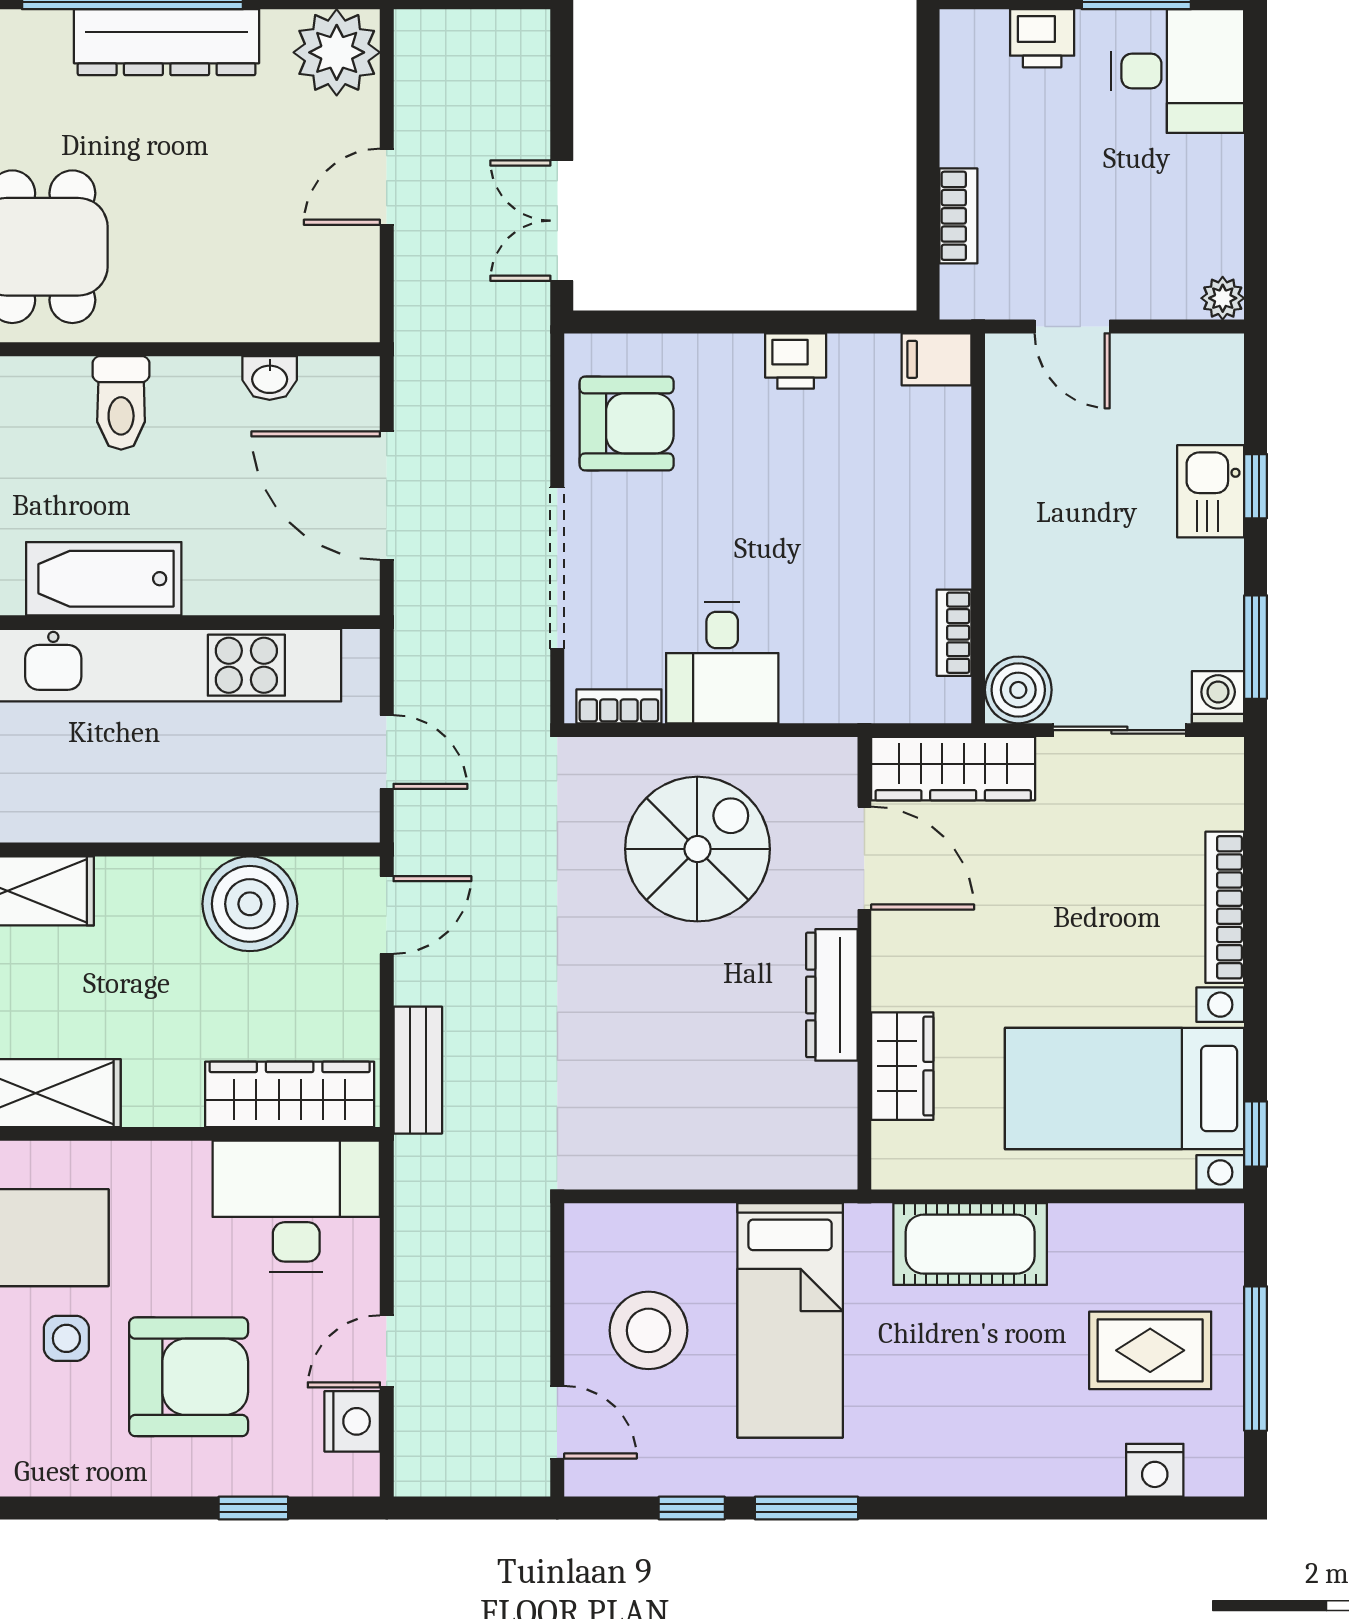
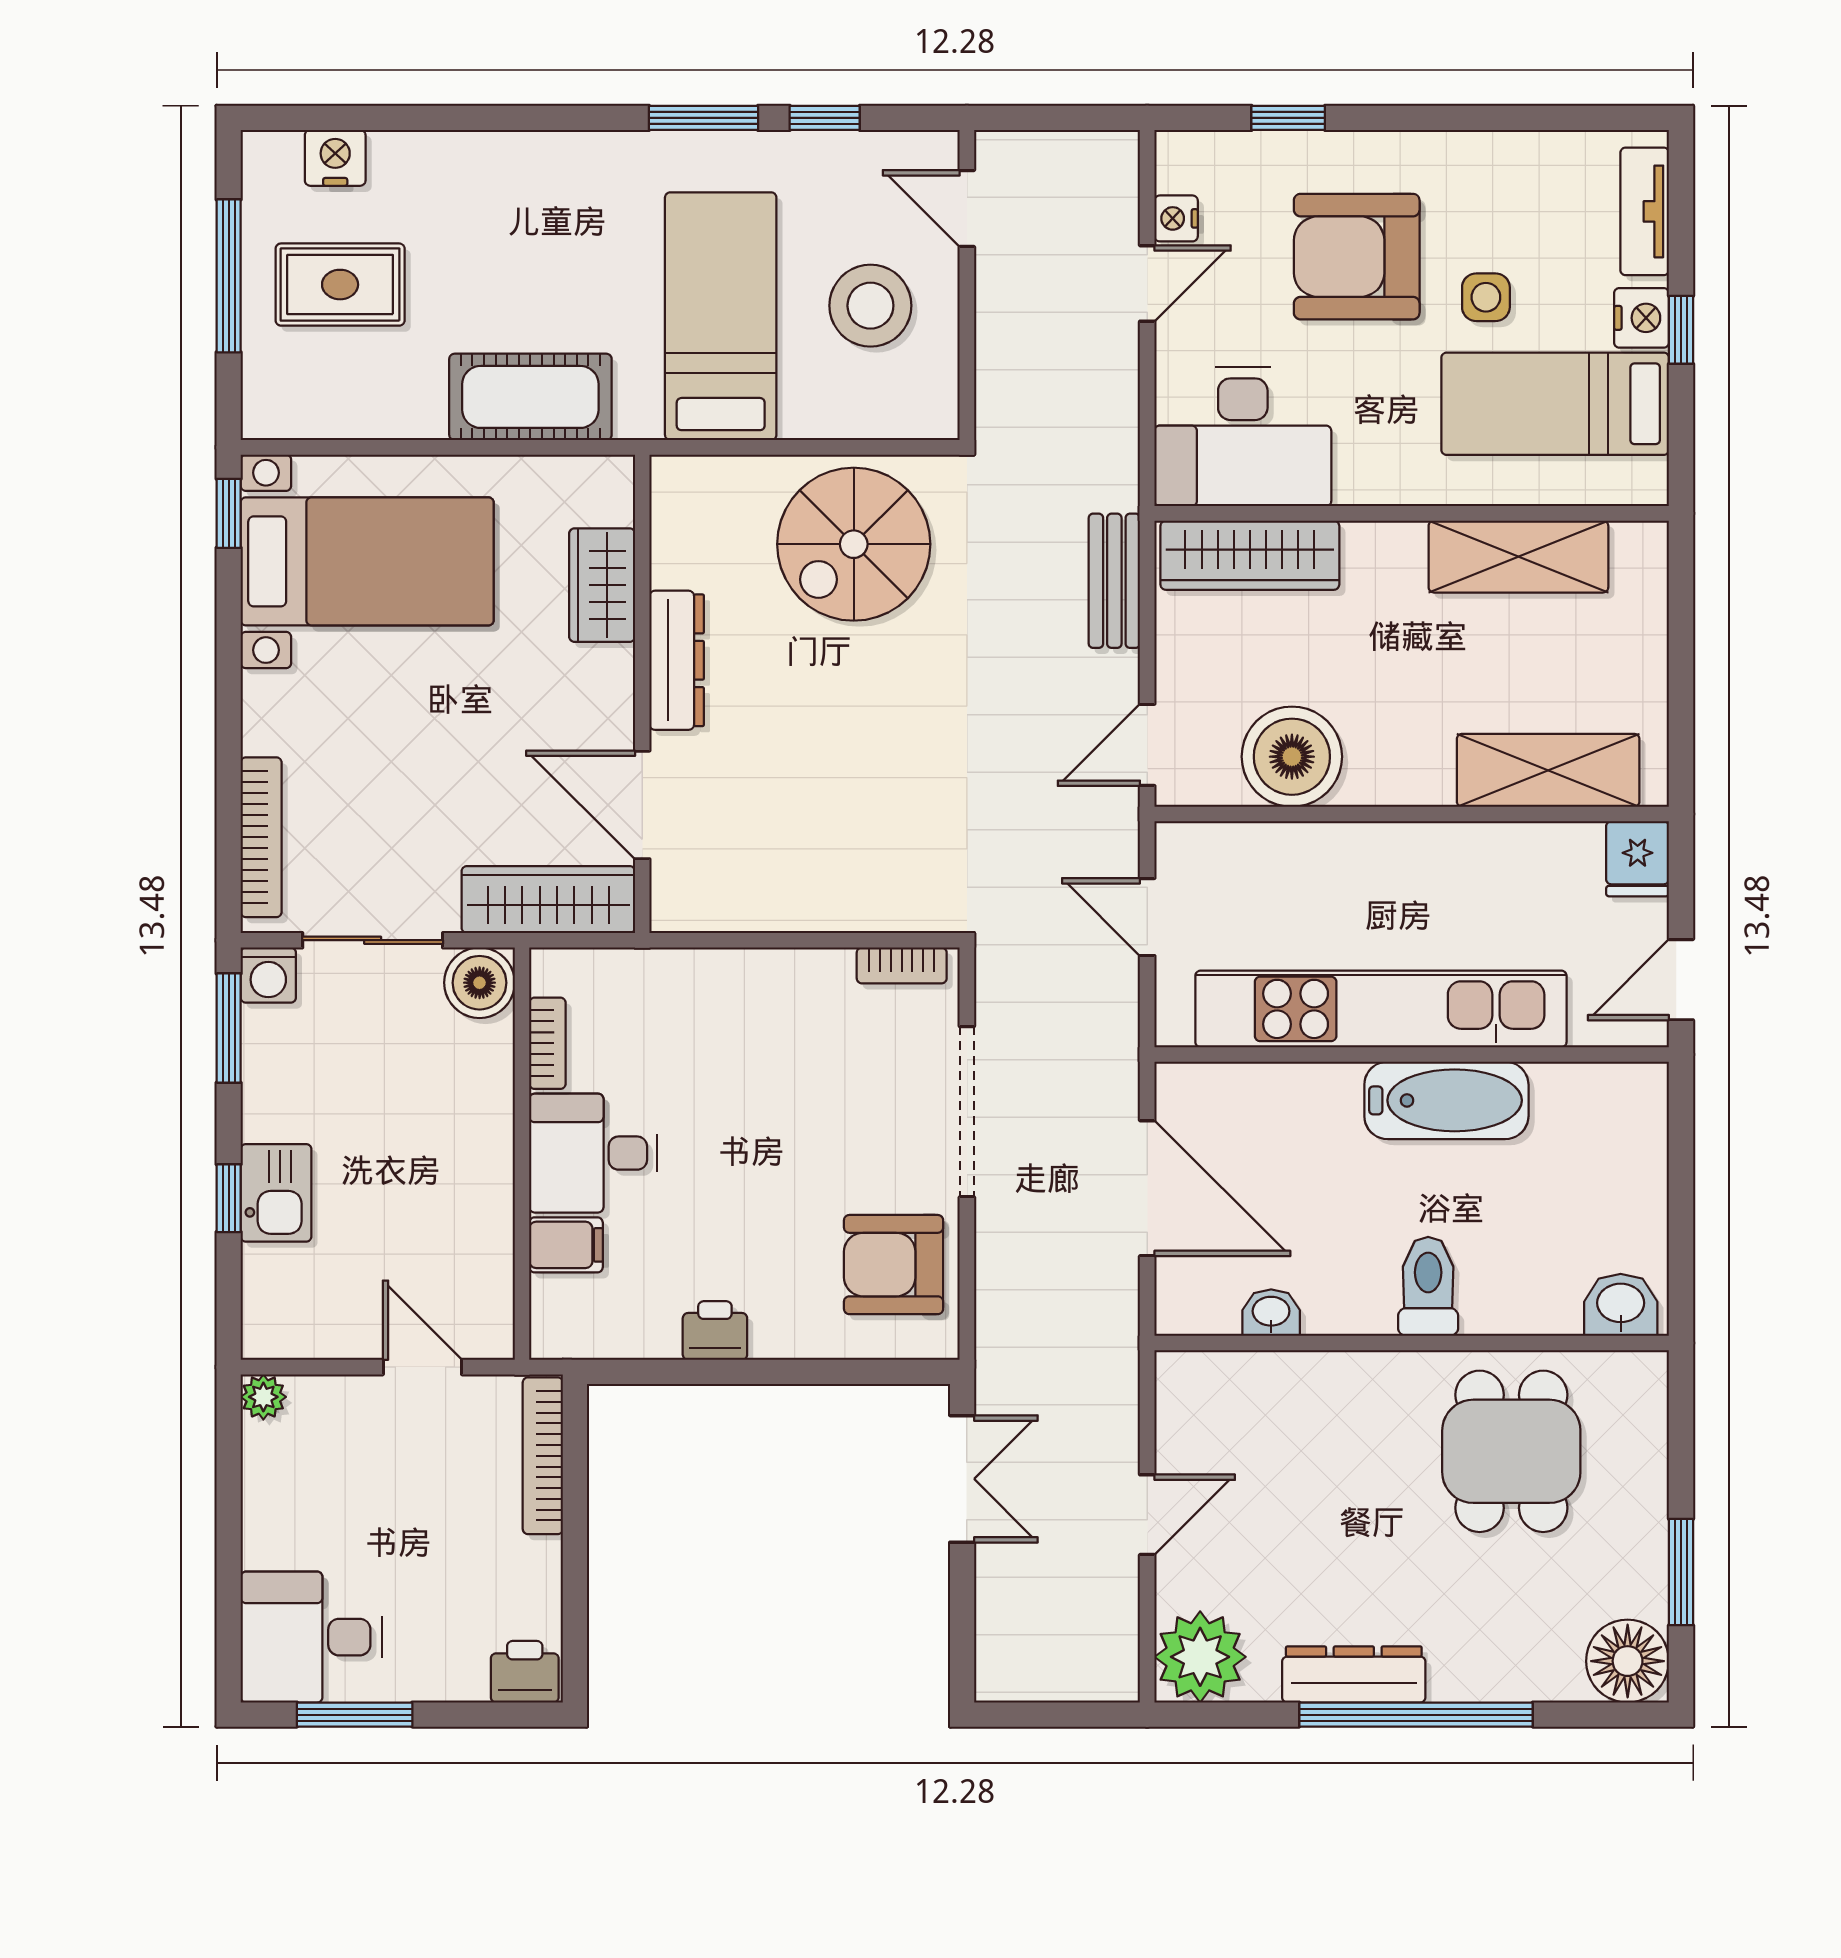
printer: (1042, 38) -> (525, 1672), moved
dresser: (167, 42) -> (1354, 1674), width x0.73, depth x0.80
bookcase: (958, 216) -> (543, 1456), width x1.56
filing cabinet: (936, 359) -> (566, 1245), moved
desk: (722, 663) -> (593, 1153), moved, turned -90
spiral stairs: (697, 849) -> (854, 544), moved
bookcase: (1225, 907) -> (261, 837), moved
nightstand: (352, 1421) -> (1176, 218), width x0.72, depth x0.74

